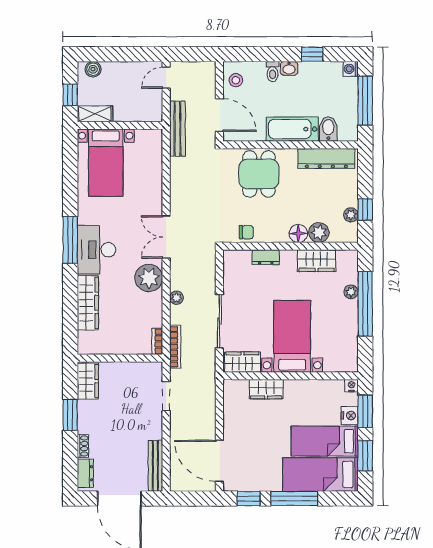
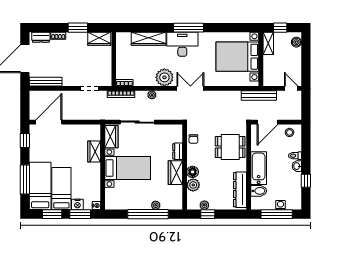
washing machine: (351, 69) -> (281, 205), moved
bed with nightstands: (106, 163) -> (237, 57), width x1.36
wardrobe: (317, 261) -> (175, 173), moved
window: (294, 499) -> (25, 180), moved

